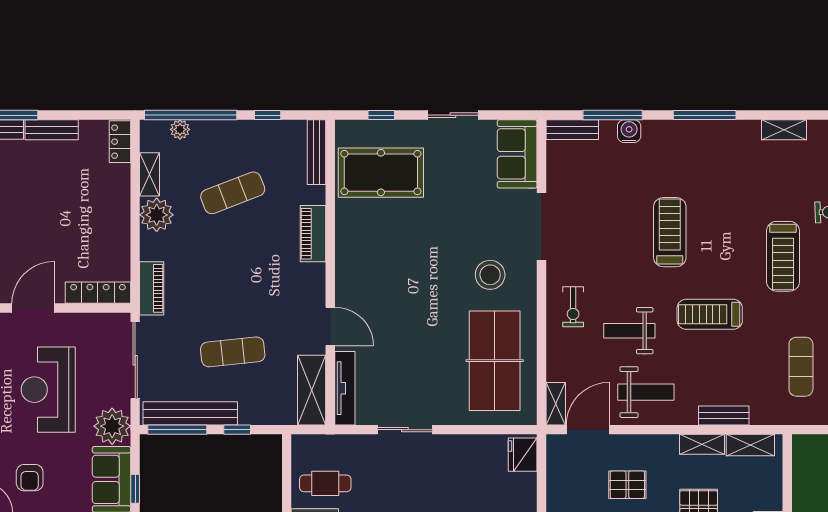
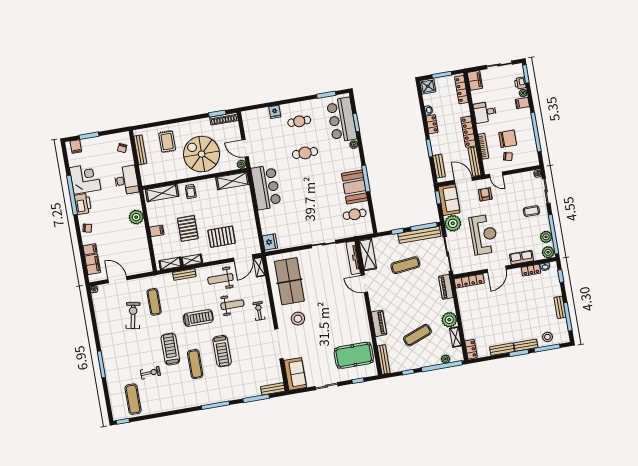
shelving: (784, 130) -> (180, 405), removed
water cooler: (629, 131) -> (248, 392), removed
exercise mat: (734, 214) -> (195, 364), added
pallet: (627, 485) -> (222, 237), width x1.50, depth x1.42

